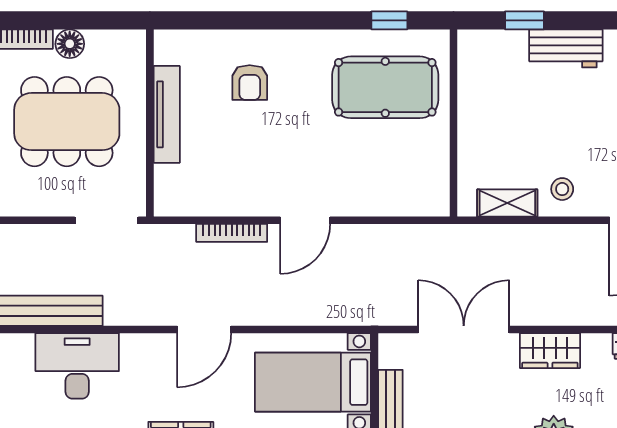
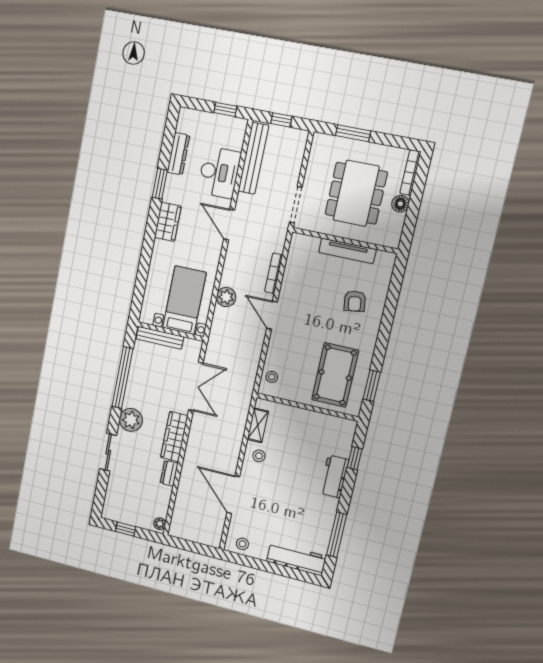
window: (389, 20) -> (372, 386), width x1.50
armchair: (250, 83) -> (355, 301), turned -98
stool: (414, 197) -> (272, 377), added
plant: (291, 308) -> (226, 297), added
door: (204, 329) -> (229, 225), moved
wardrobe: (550, 351) -> (174, 437), width x1.50

